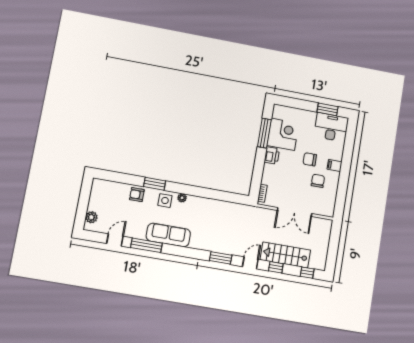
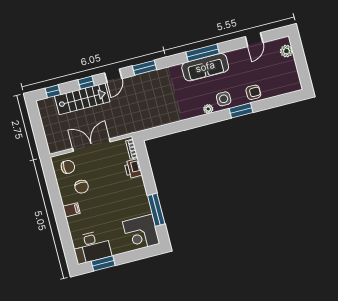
corner desk: (283, 134) -> (141, 233), moved
printer: (272, 155) -> (133, 169), moved
chair: (310, 159) -> (68, 167), moved
window: (146, 245) -> (203, 53), moved

